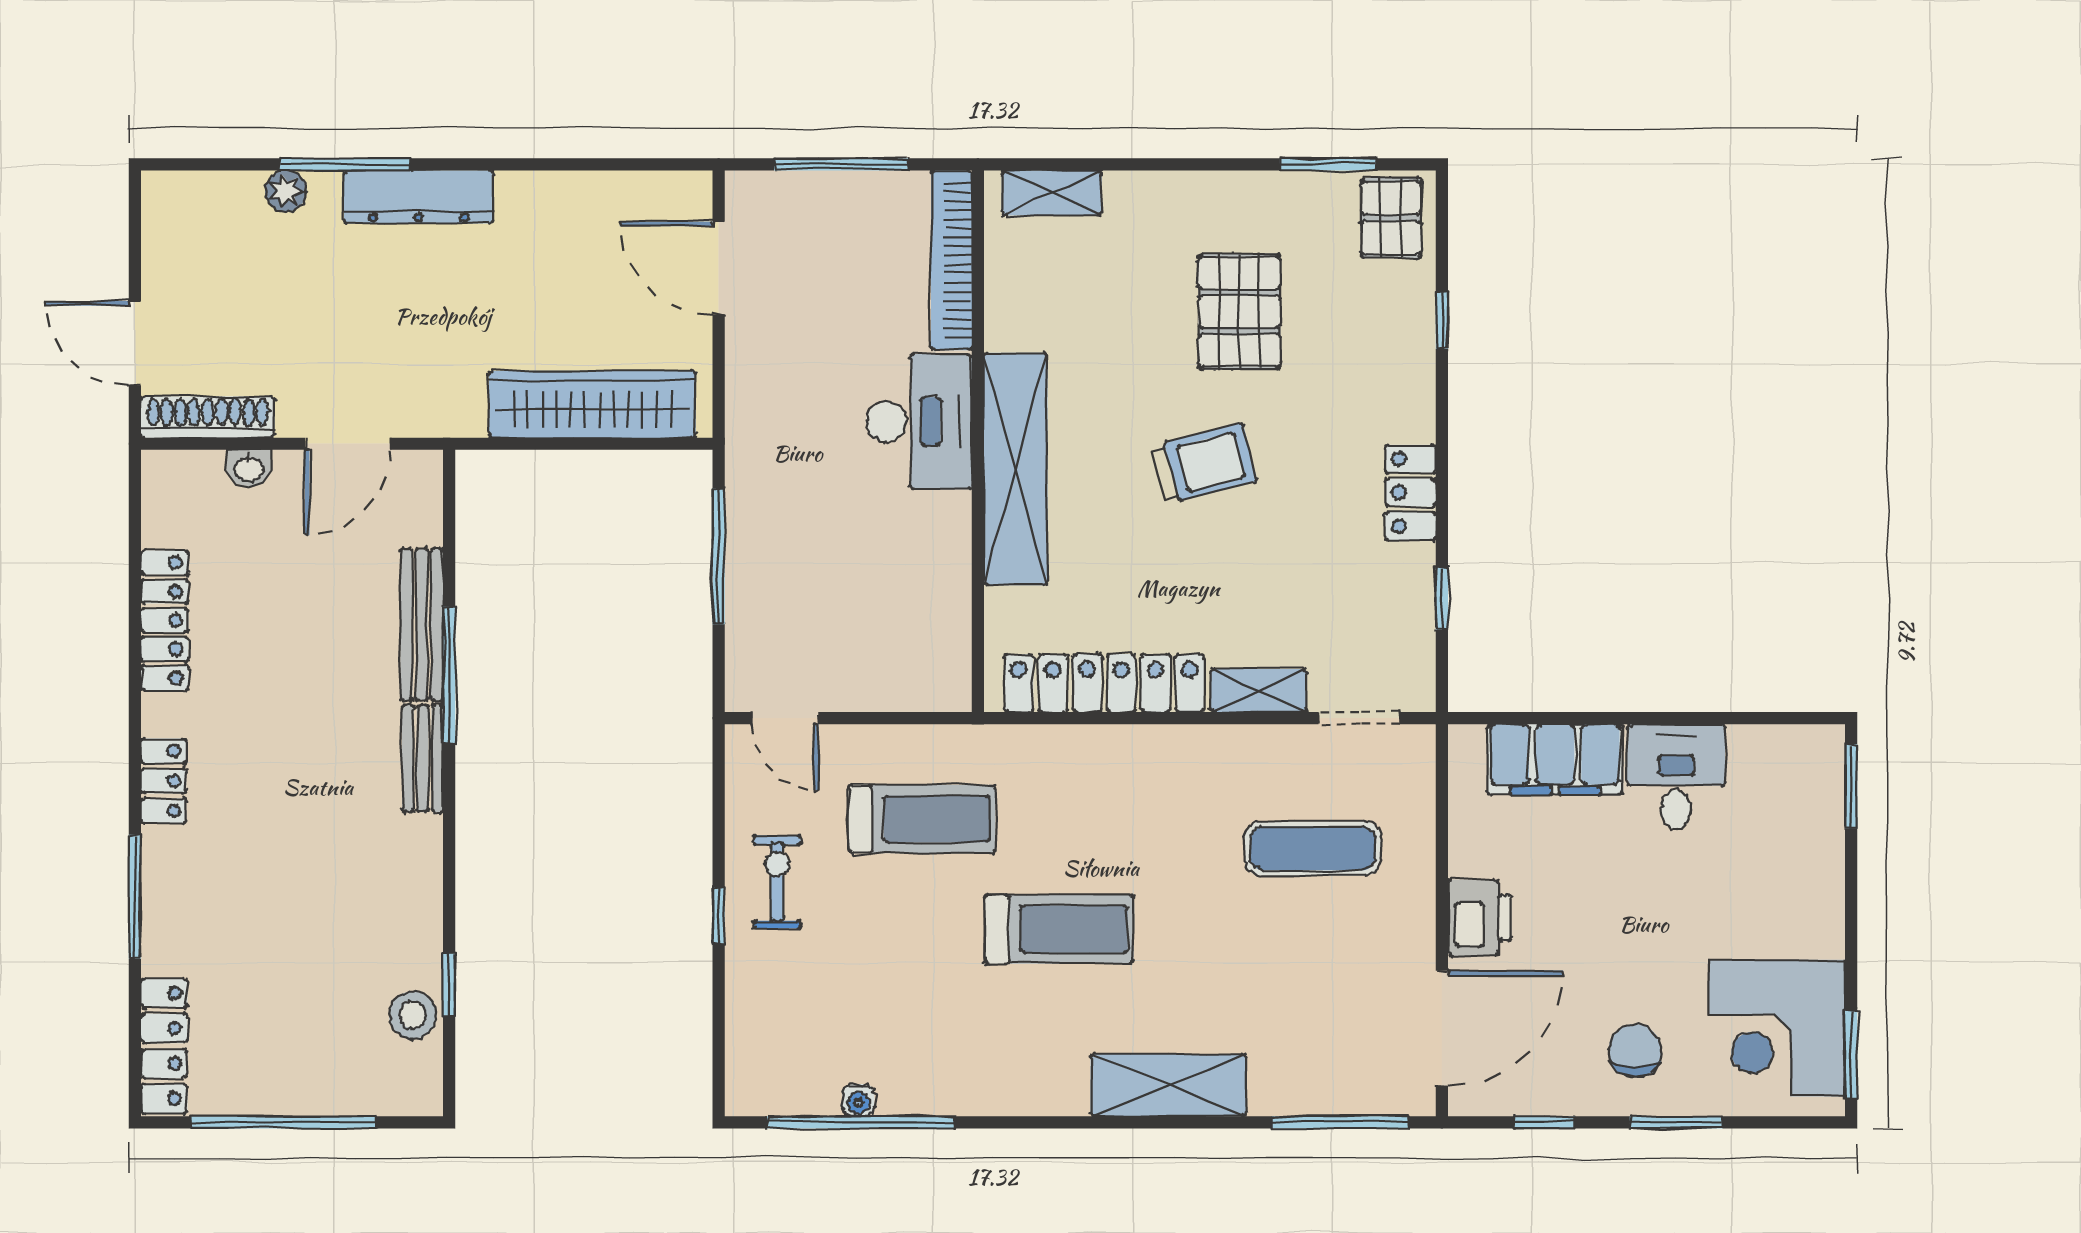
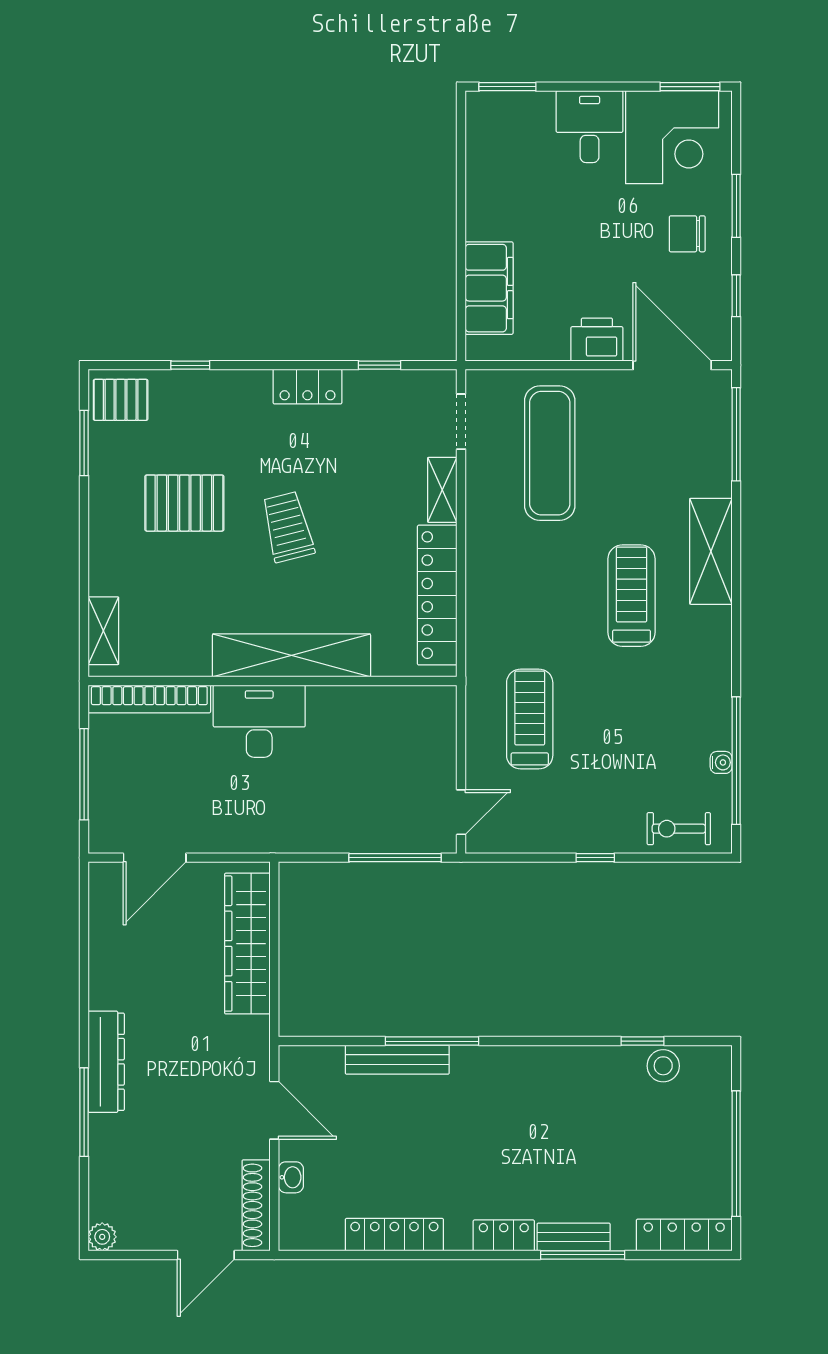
plant: (286, 191) -> (102, 1237), moved
window: (719, 556) -> (395, 858), moved
bench: (423, 758) -> (574, 1237), moved
desk: (1676, 777) -> (590, 127), moved, turned 90
exercise mat: (1313, 848) -> (550, 453), width x1.36, depth x1.45
exercise bike: (777, 882) -> (679, 829), moved
treadmill: (1059, 929) -> (632, 596), moved

